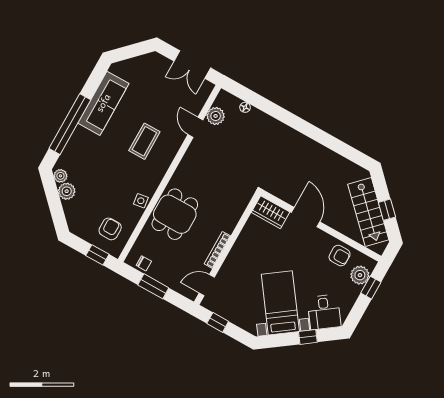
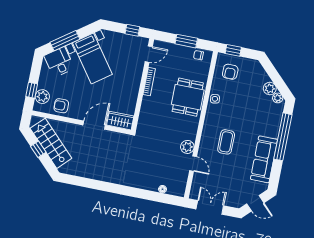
door: (133, 51) -> (255, 203), added
plant: (216, 116) -> (187, 147), moved
door: (306, 217) -> (94, 125), swing flipped
window: (308, 337) -> (65, 41), width x2.17

